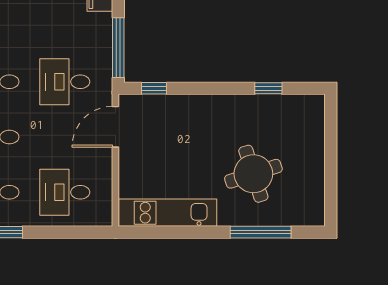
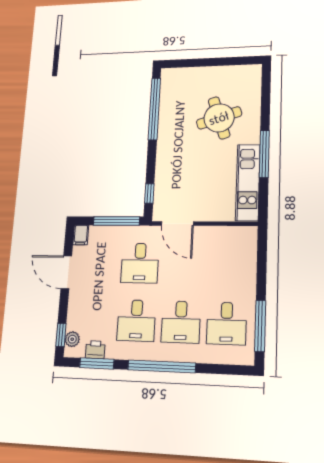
window: (268, 88) -> (154, 109), width x3.17
desk: (65, 192) -> (229, 264), removed
window: (261, 232) -> (264, 154), moved

